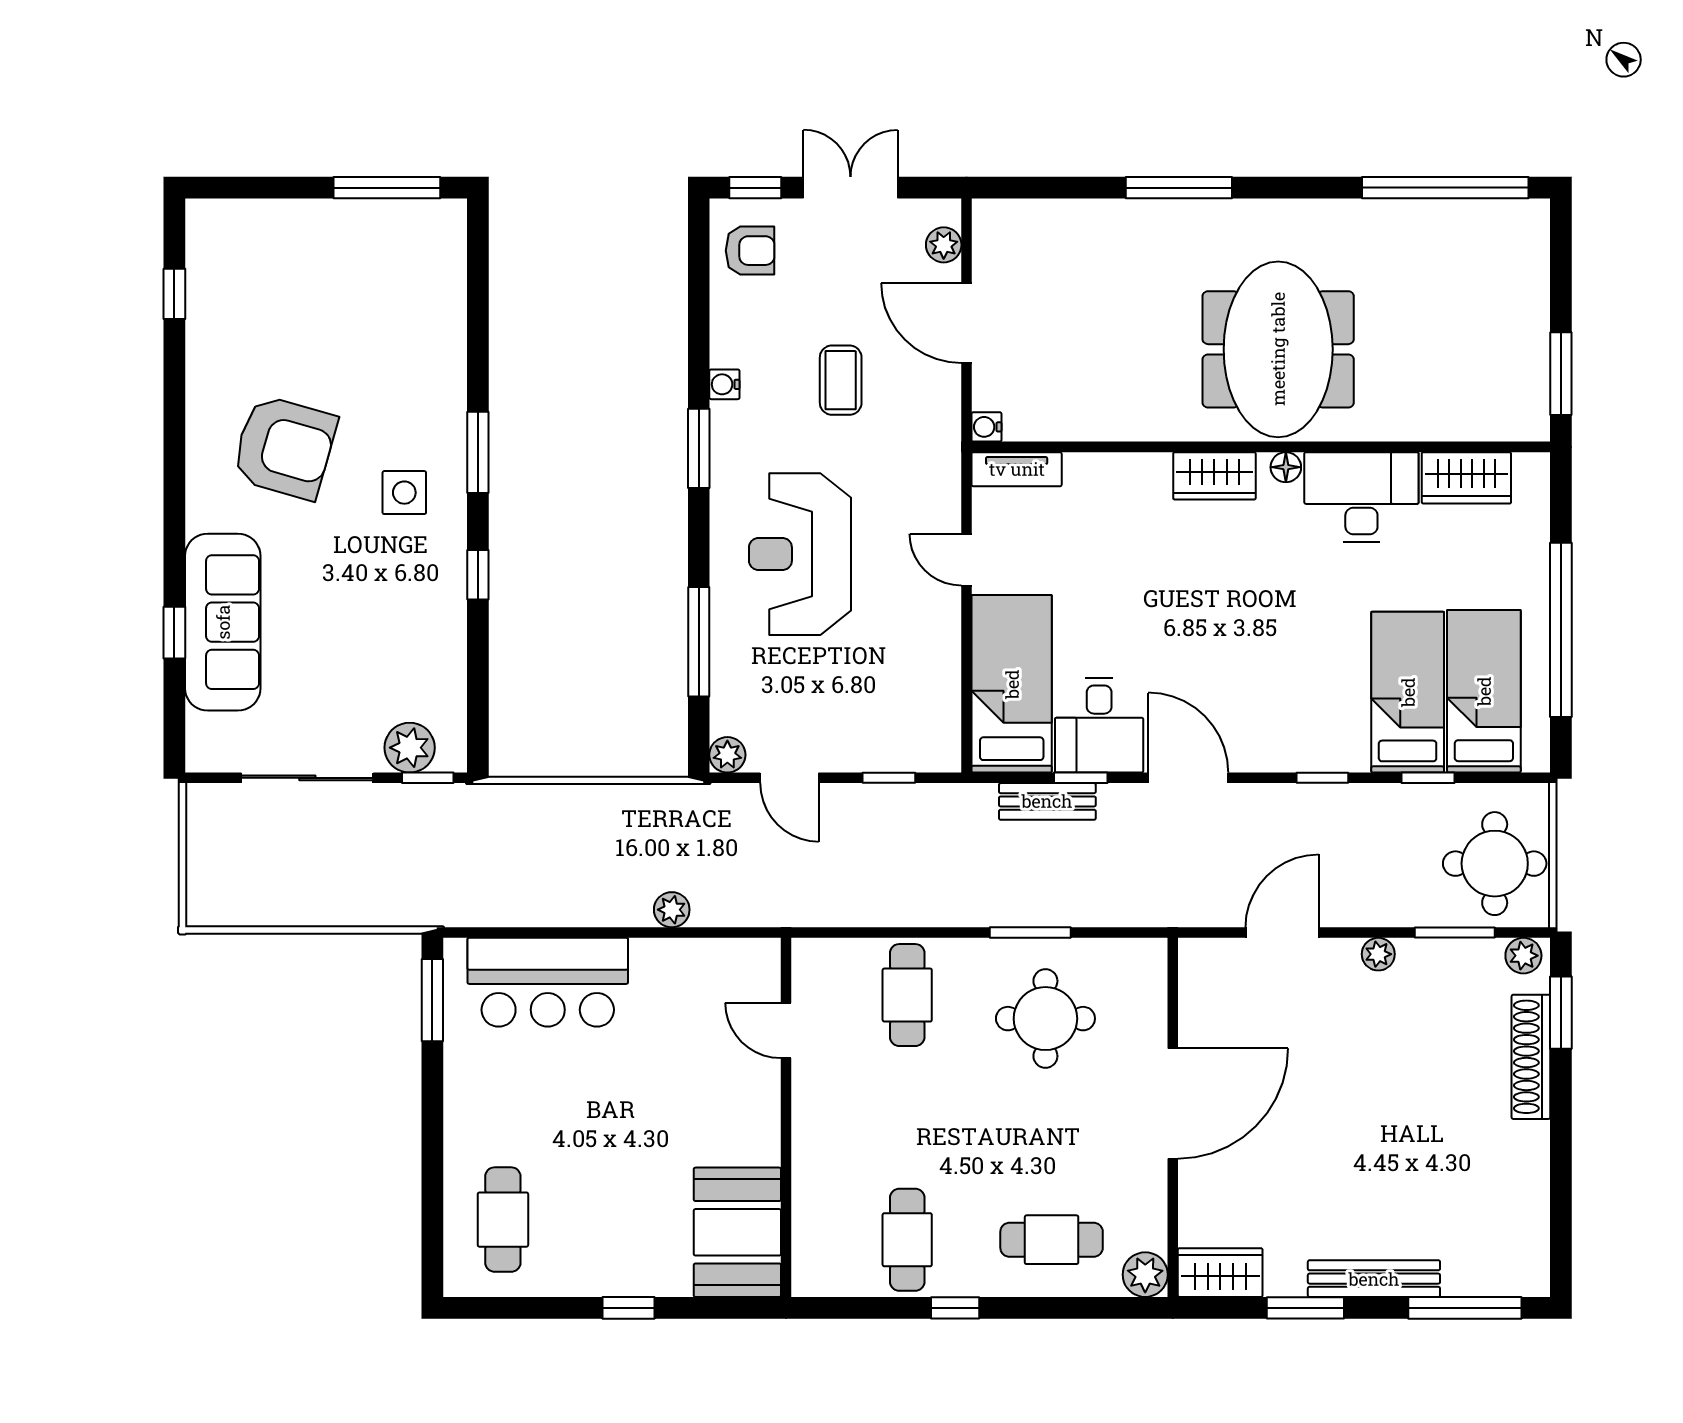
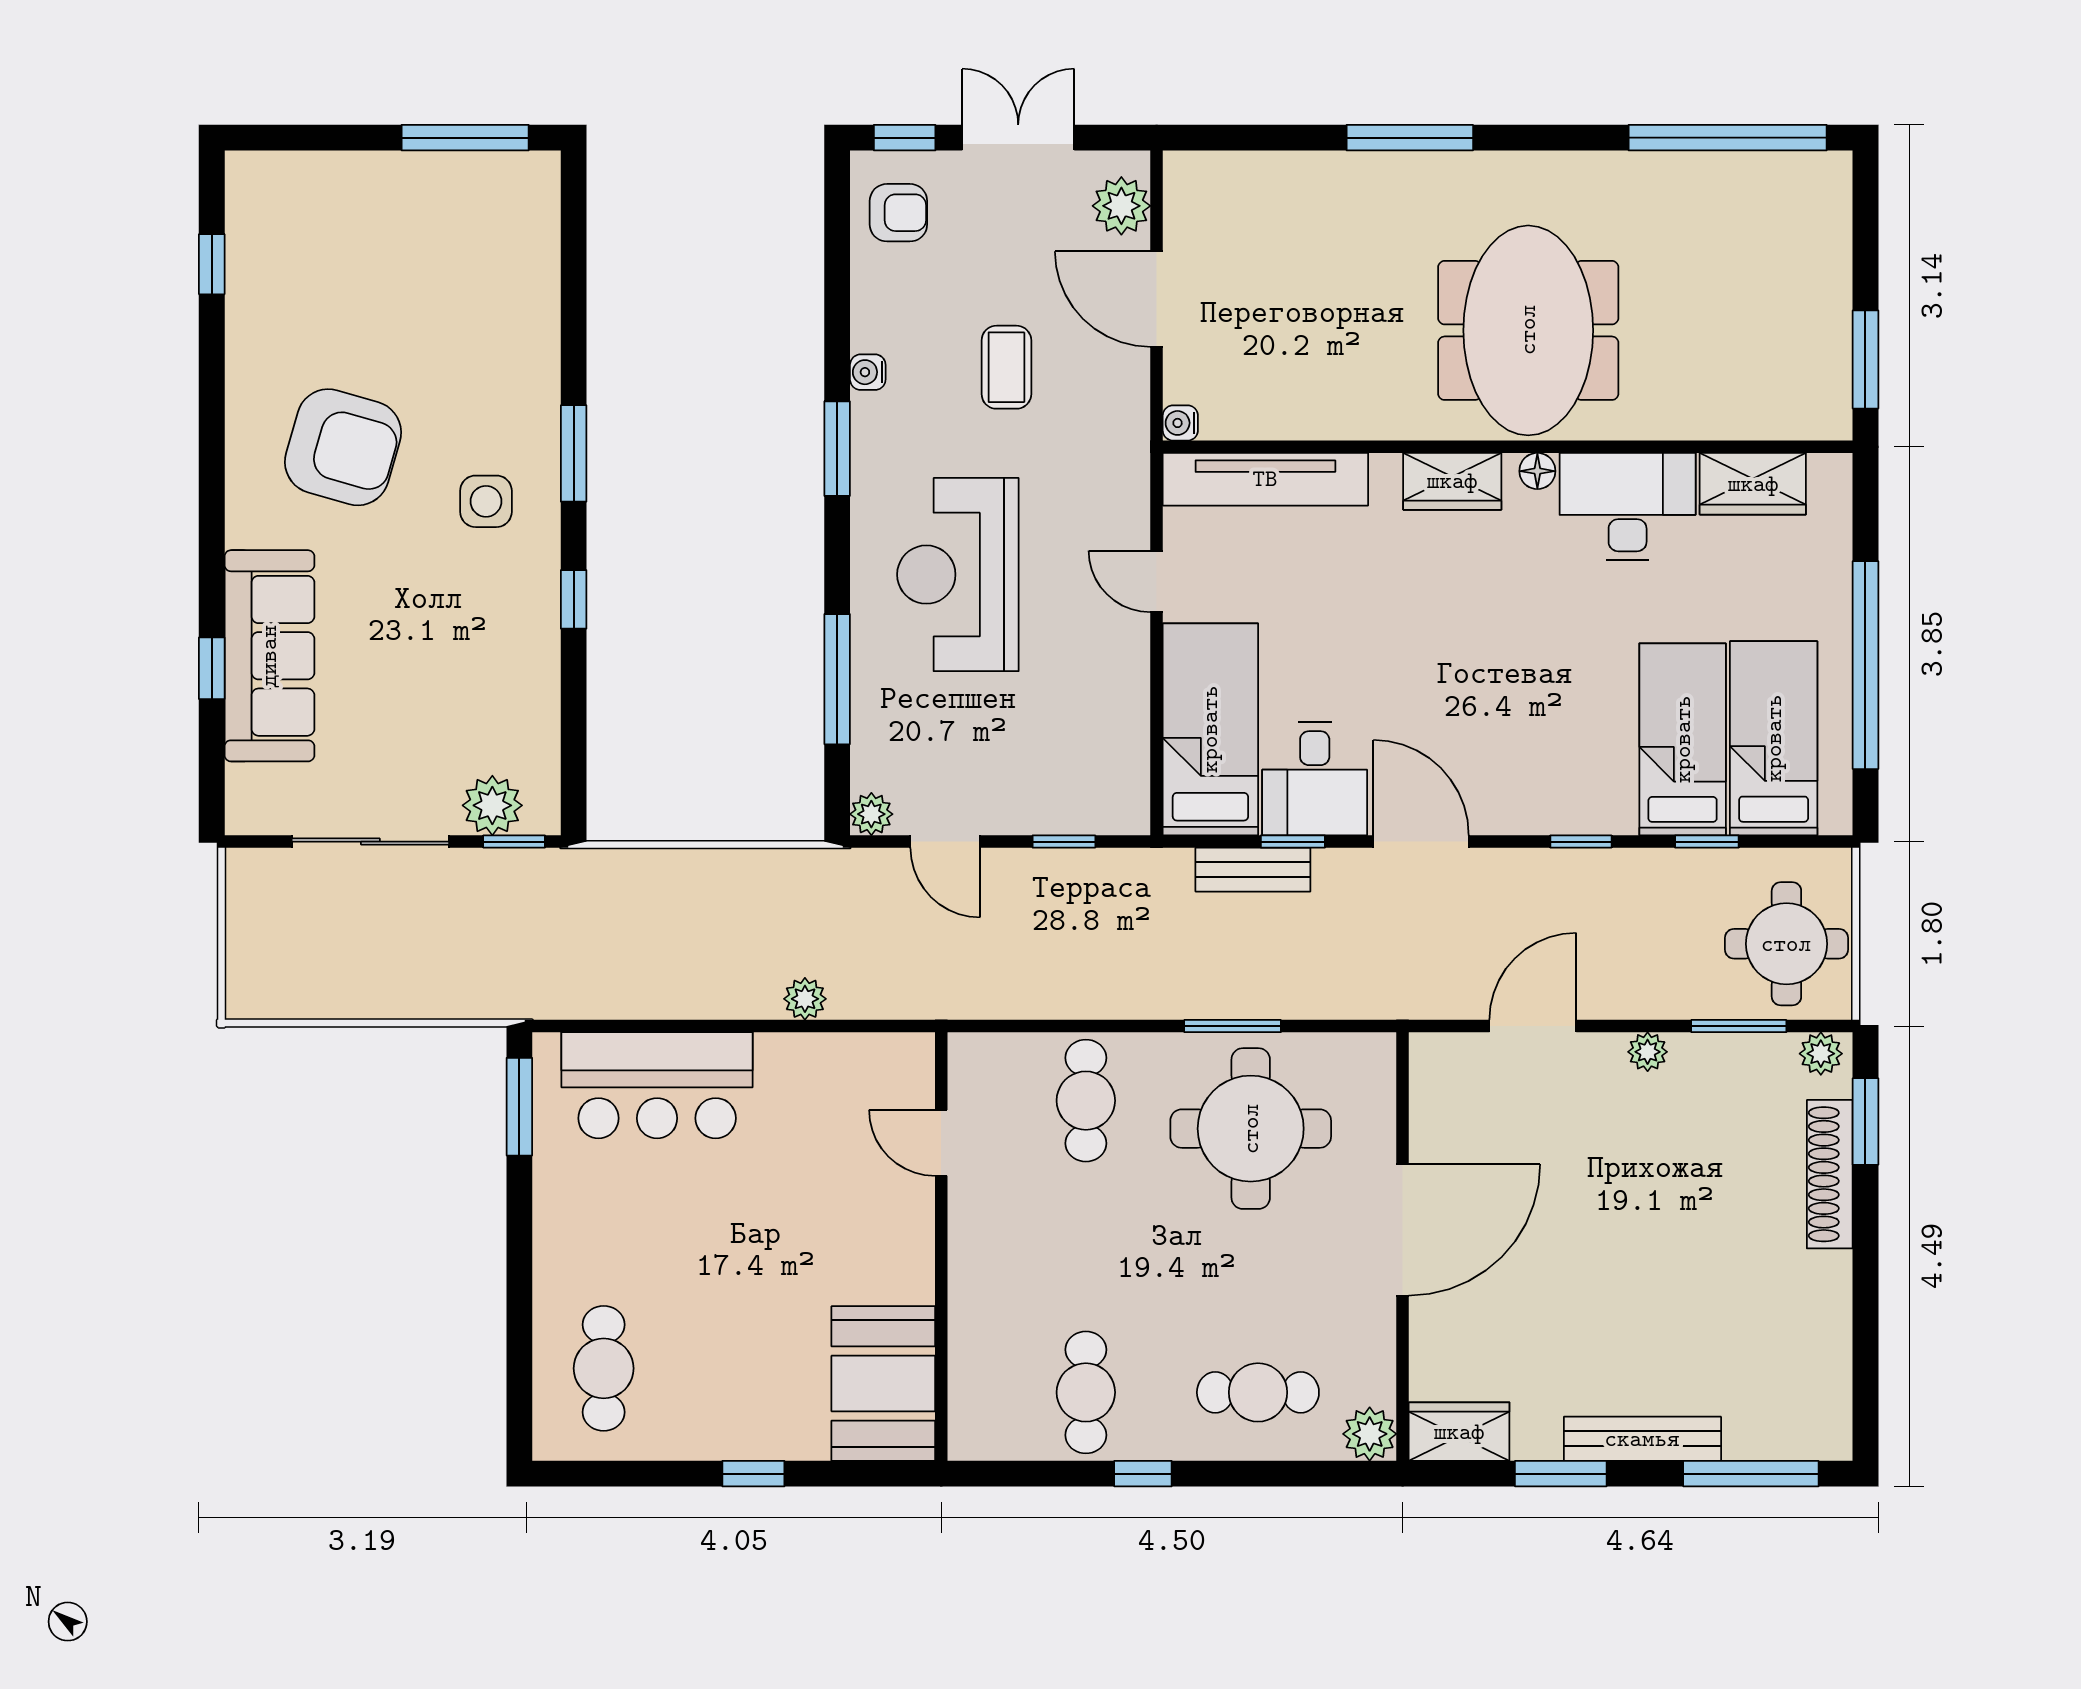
plant: (944, 245) -> (1121, 206), width x1.38, depth x1.38
tv unit: (1017, 469) -> (1265, 479), width x1.92, depth x1.29
round table: (1045, 1019) -> (1251, 1129), width x1.36, depth x1.36

